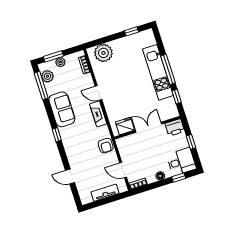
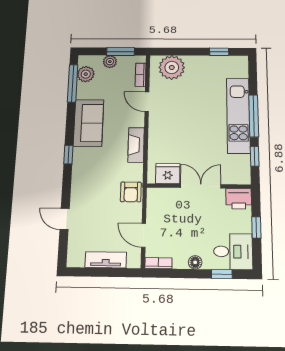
window: (53, 56) -> (121, 52), moved
door: (99, 93) -> (147, 102), moved

